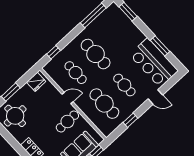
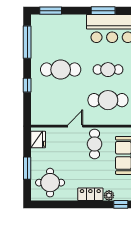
window: (54, 52) -> (27, 85), moved
cafe table: (76, 73) -> (61, 100), removed

